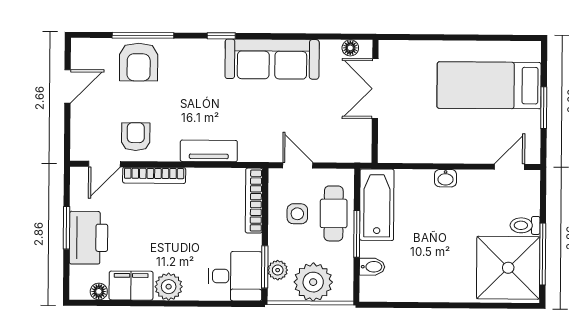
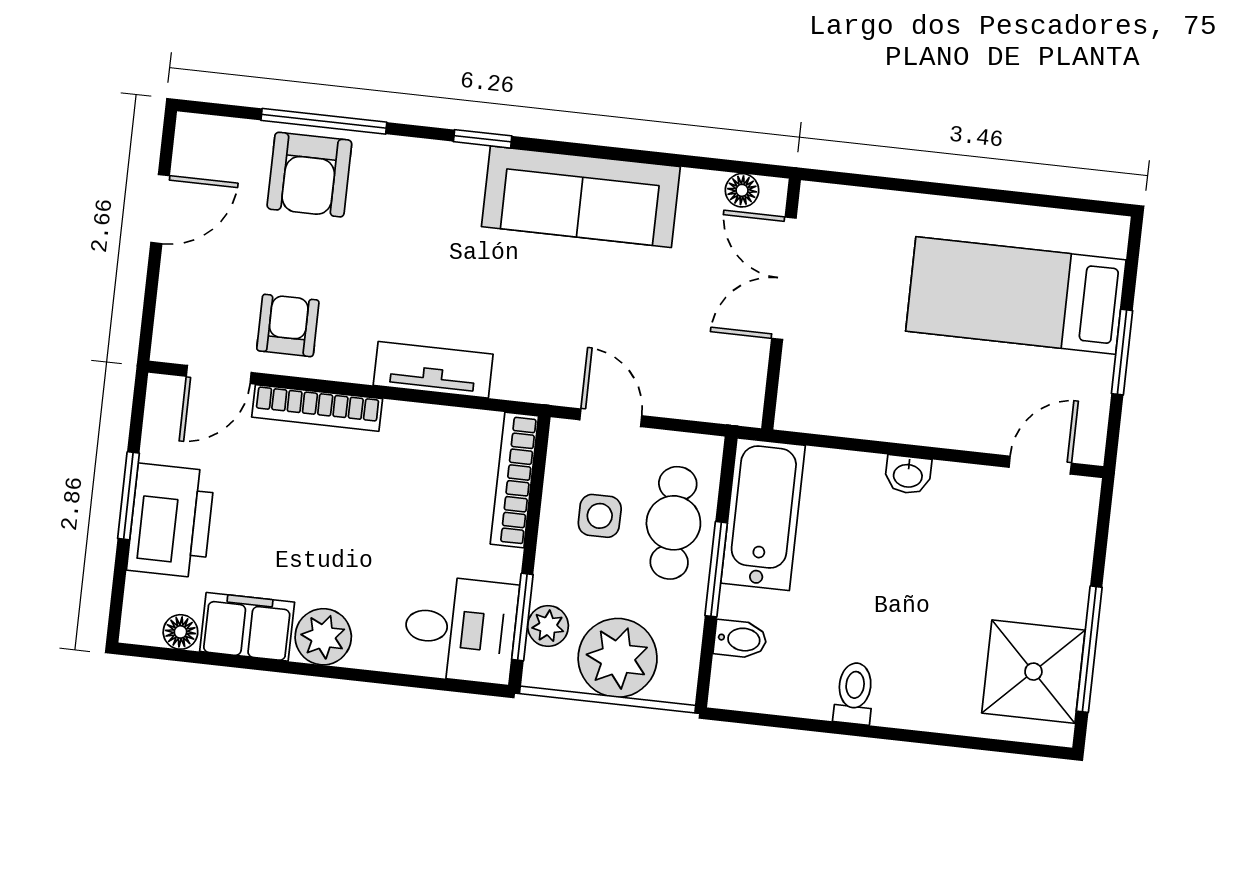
toilet: (525, 225) -> (854, 693), moved, turned 90
shower: (508, 268) -> (1033, 672), width x0.73, depth x0.73

